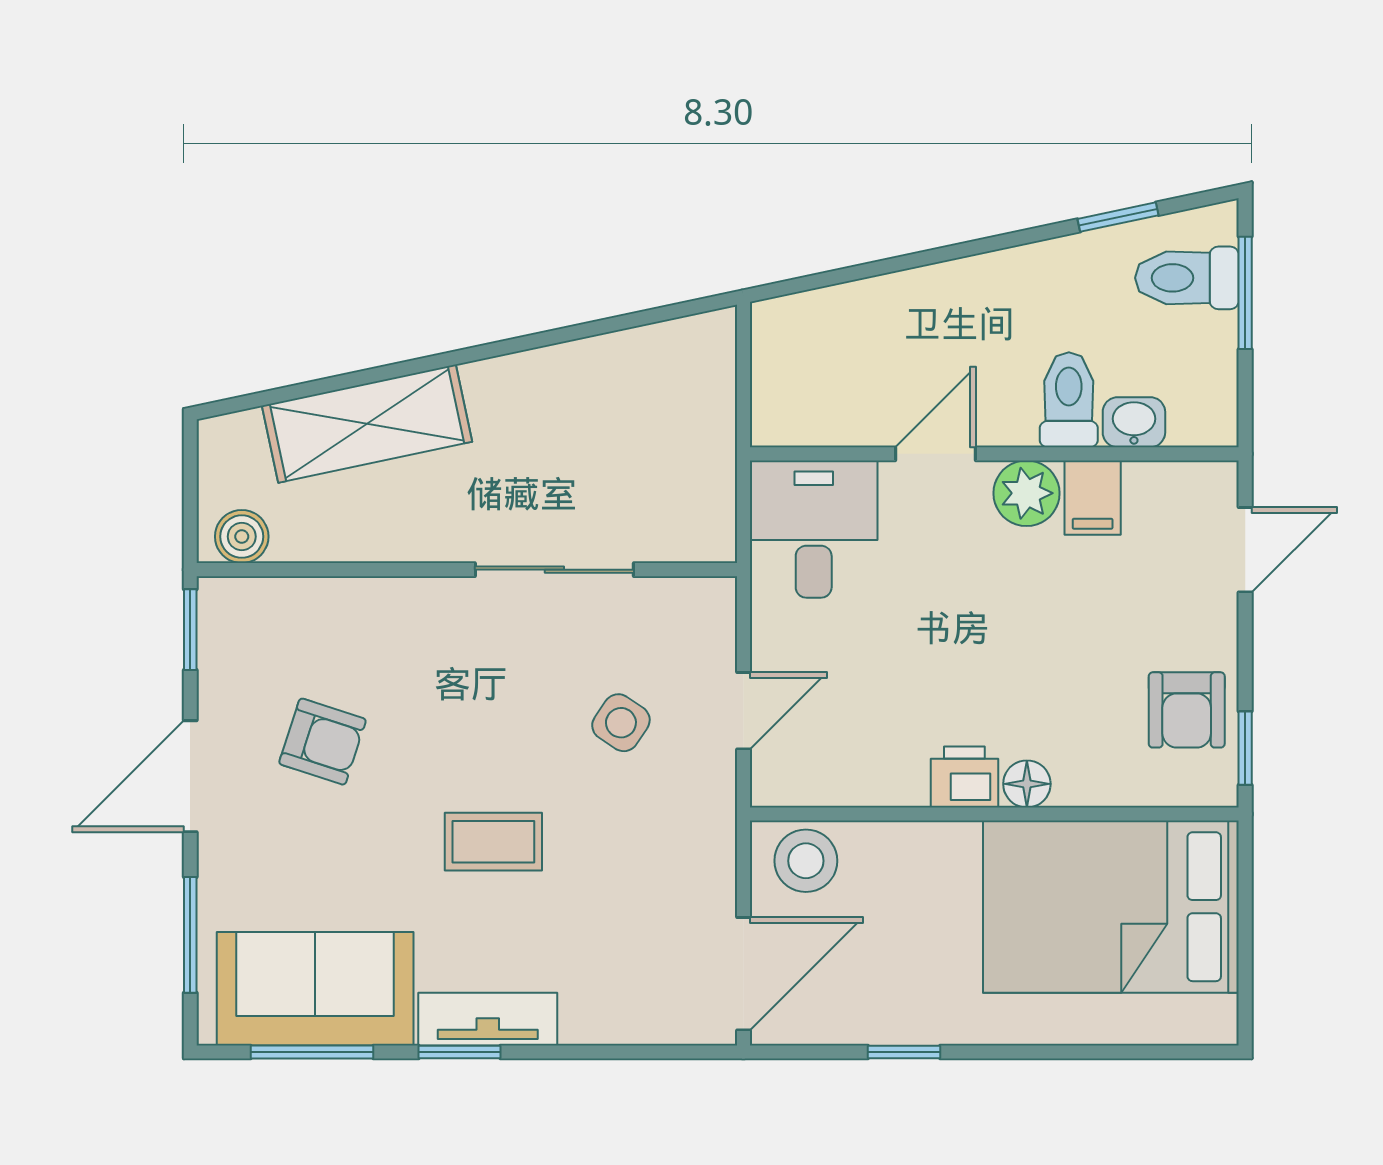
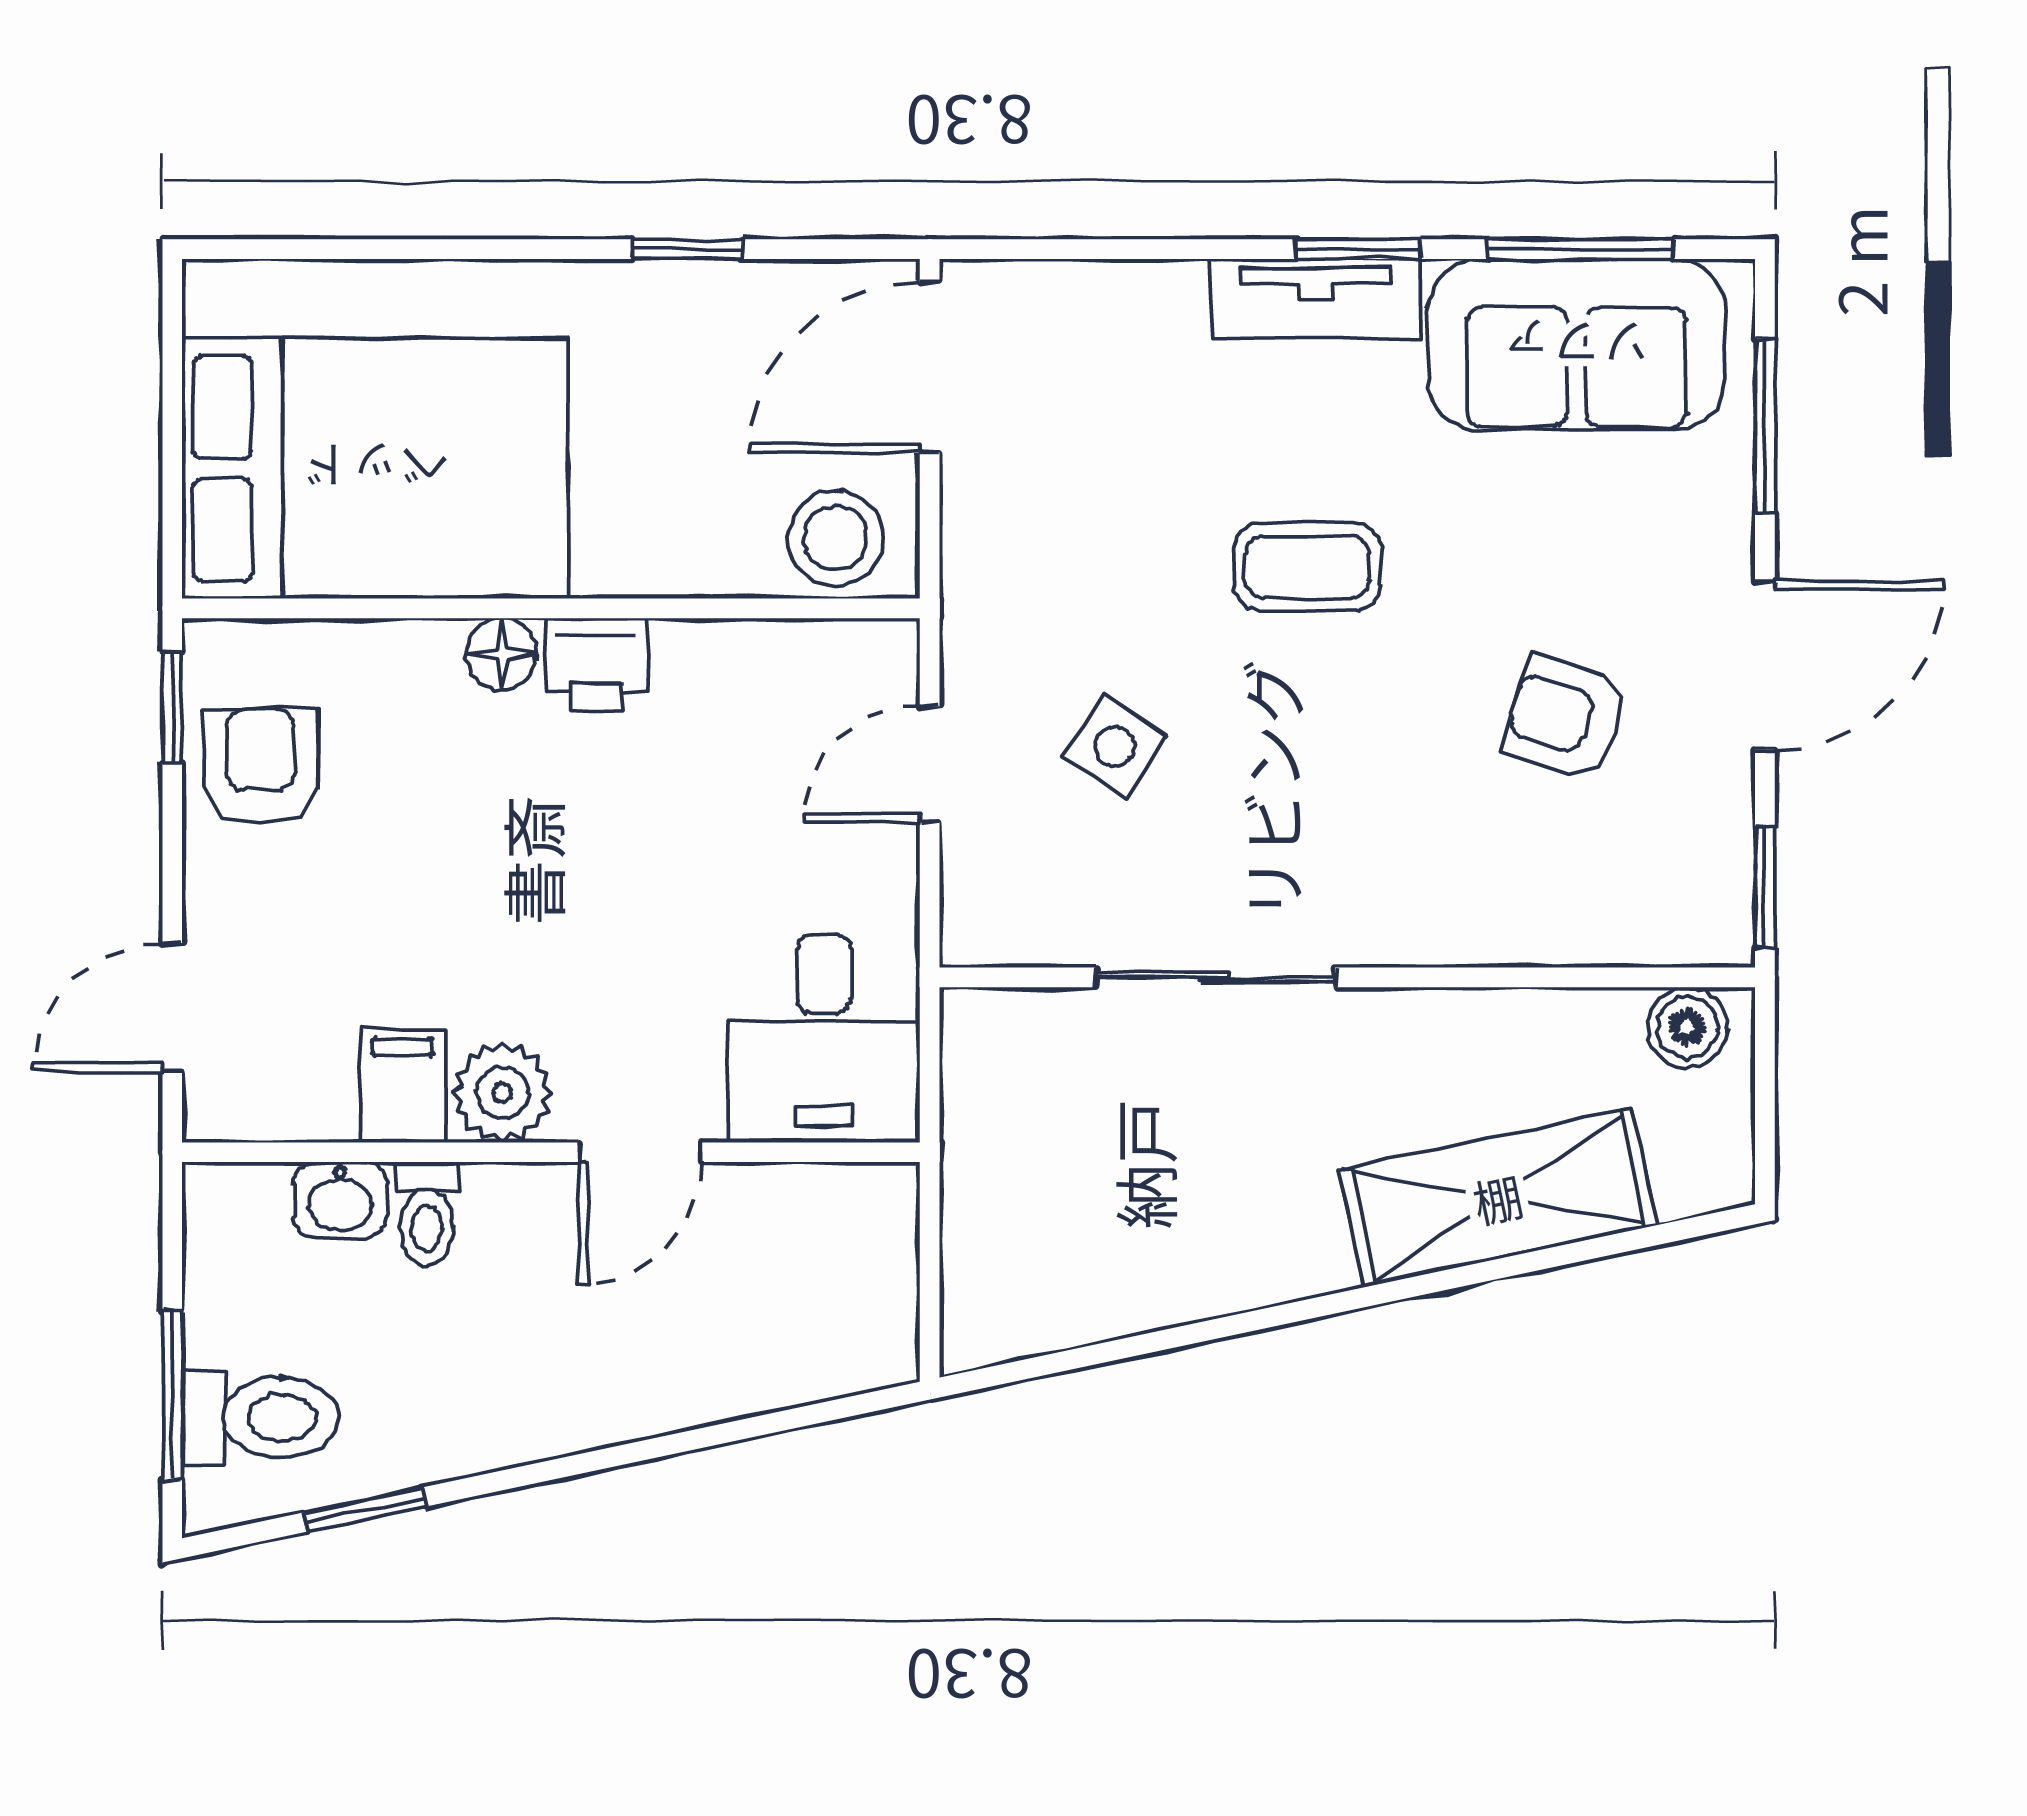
toilet: (1069, 400) -> (427, 1214), width x0.73, depth x0.72

